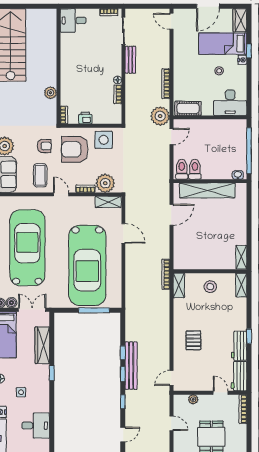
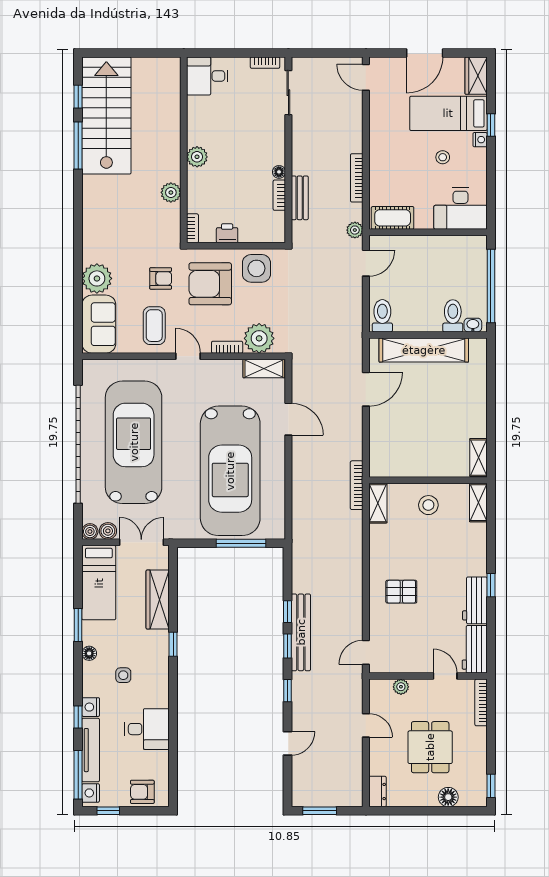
bench: (130, 60) -> (300, 198), moved
plant: (67, 71) -> (197, 157), added
plant: (160, 116) -> (355, 230), width x0.53, depth x0.53
toilet: (195, 169) -> (453, 316), moved
pallet: (193, 340) -> (401, 592), turned 90

